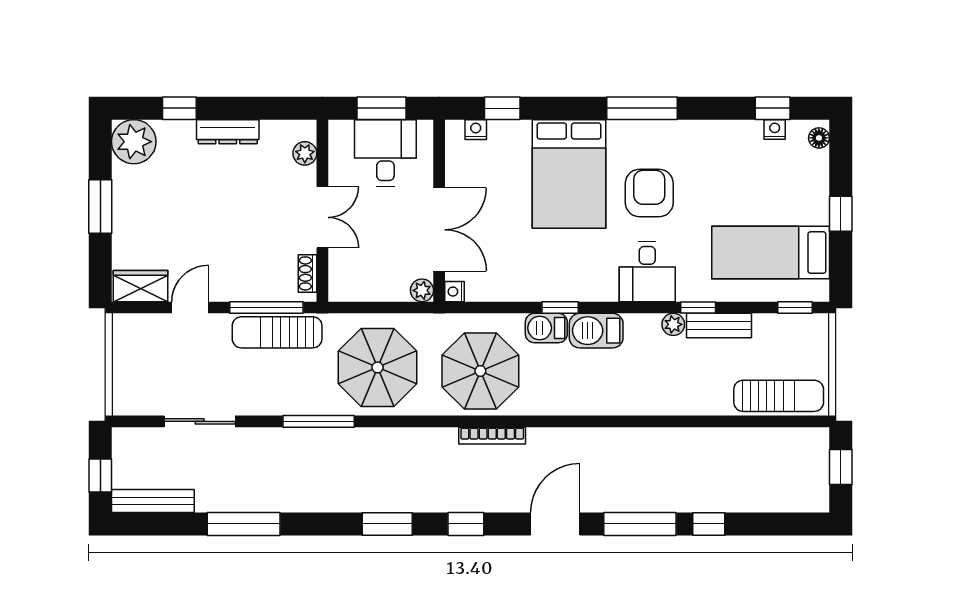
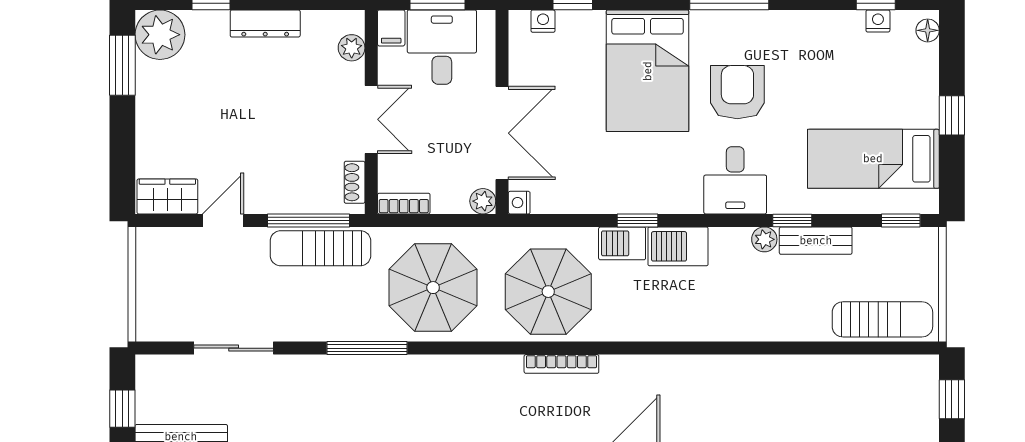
filing cabinet: (340, 136) -> (391, 28), added
window: (100, 207) -> (122, 65), moved
bookcase: (351, 292) -> (404, 204), added

